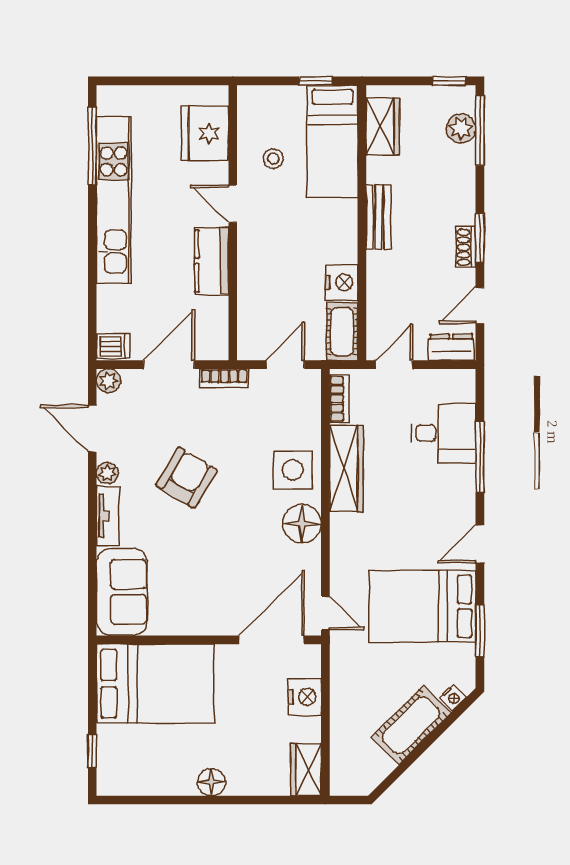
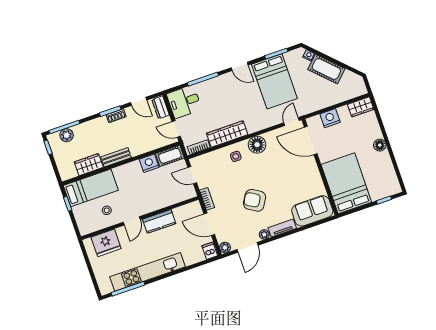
wardrobe: (383, 126) -> (89, 165), moved
desk: (443, 433) -> (184, 102), moved, turned -90
side table: (293, 470) -> (236, 156), width x0.54, depth x0.54

